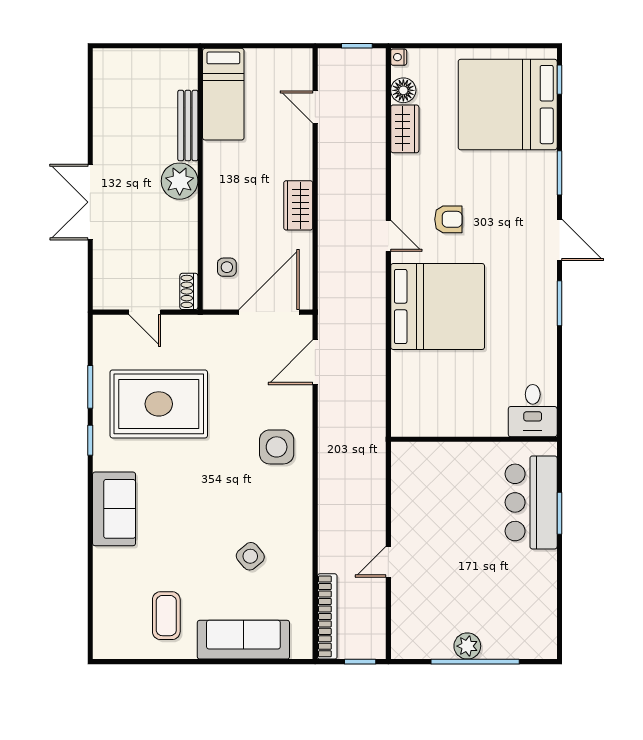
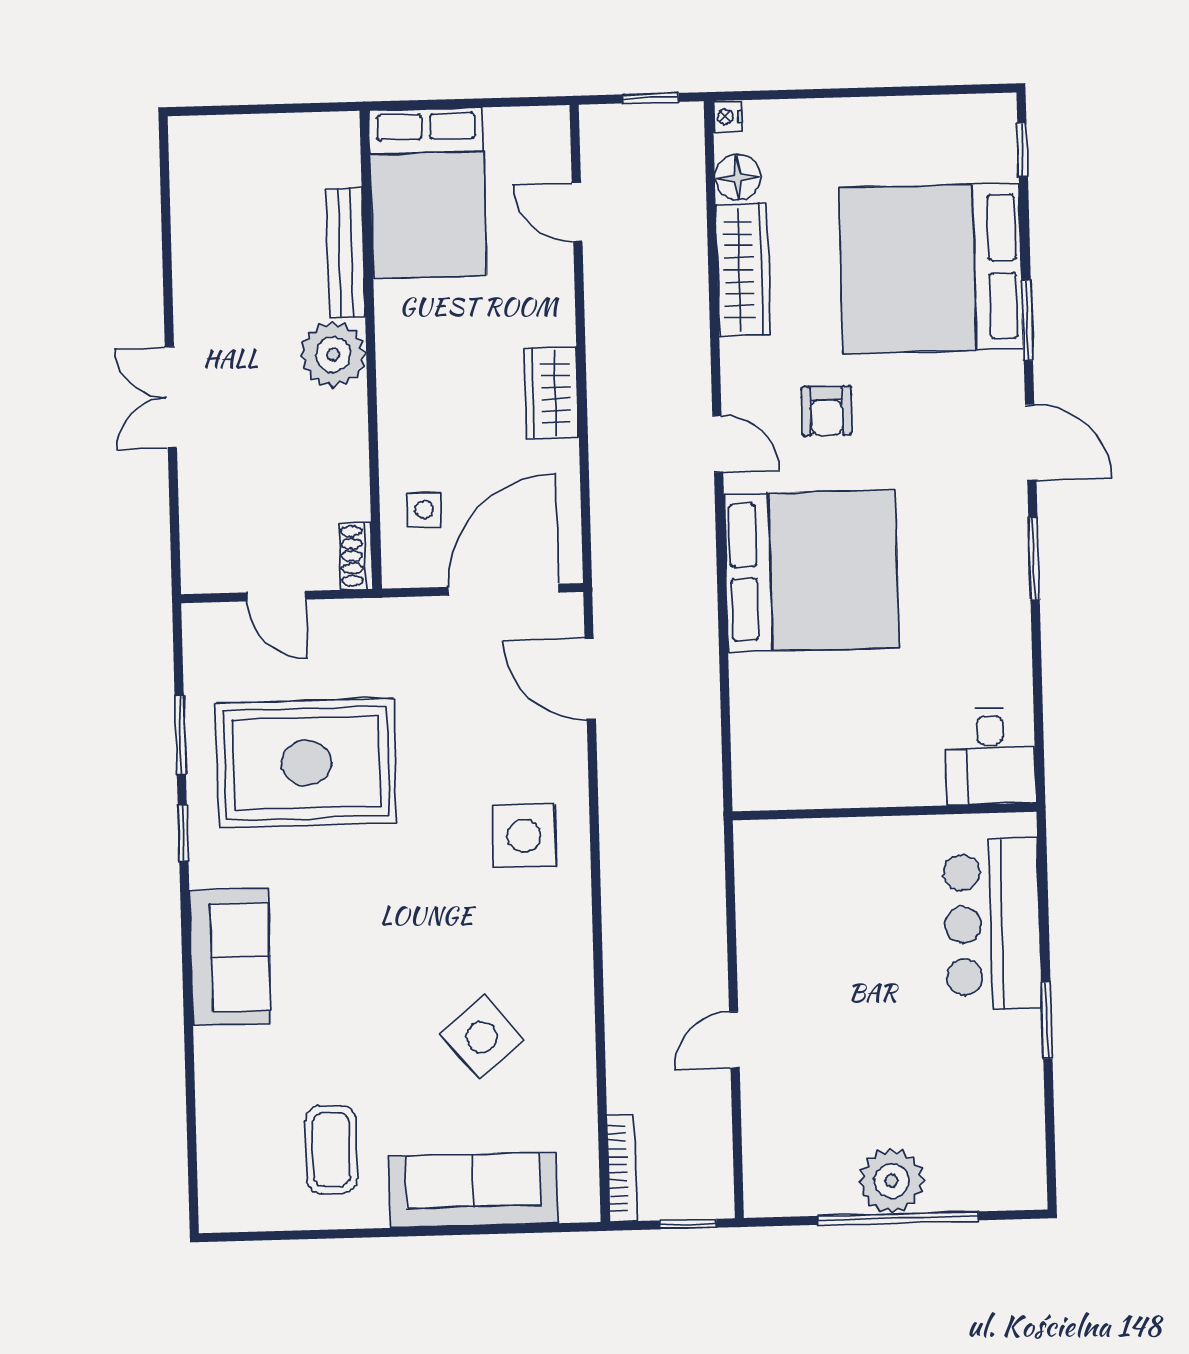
bed: (223, 94) -> (428, 193), width x1.50
bed: (508, 105) -> (931, 268), moved
wardrobe: (405, 129) -> (743, 270), width x1.50
double door: (90, 202) -> (171, 397), width x0.73
armchair: (448, 219) -> (827, 411), turned 90
door: (315, 362) -> (590, 679), hinge flipped
window: (559, 513) -> (1047, 1020), moved
side table: (250, 556) -> (482, 1037), width x1.37, depth x1.37
bookcase: (327, 616) -> (622, 1169), width x0.68, depth x0.76
plant: (467, 646) -> (891, 1181), width x1.36, depth x1.36

